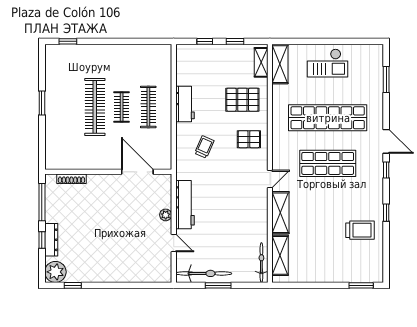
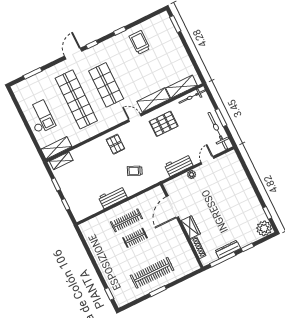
pallet: (242, 100) -> (164, 124), moved, turned 90
clothes rail: (95, 107) -> (152, 273), moved
wardrobe: (101, 182) -> (191, 227), added
workbench: (185, 205) -> (179, 165), width x0.73
dresser: (51, 240) -> (228, 250), moved

